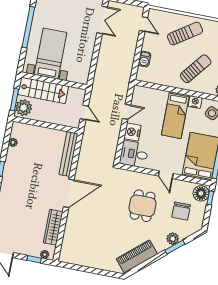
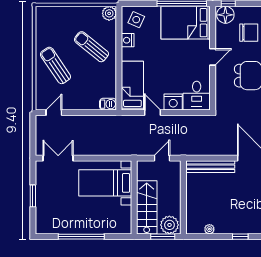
bed with nightstands: (51, 54) -> (105, 183), moved
barbecue: (144, 59) -> (108, 104), moved
bed: (175, 115) -> (132, 86), moved, turned -90

